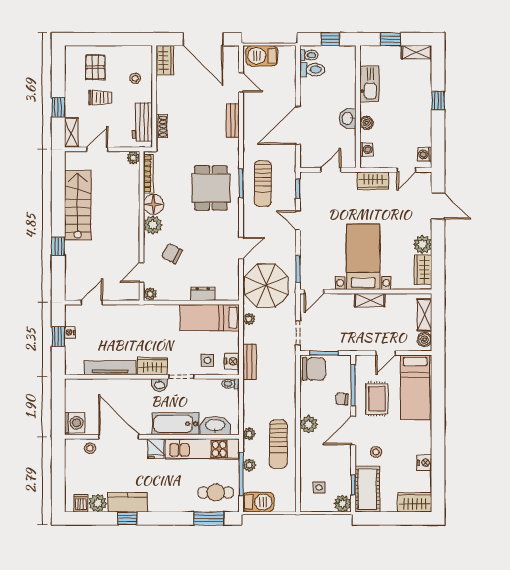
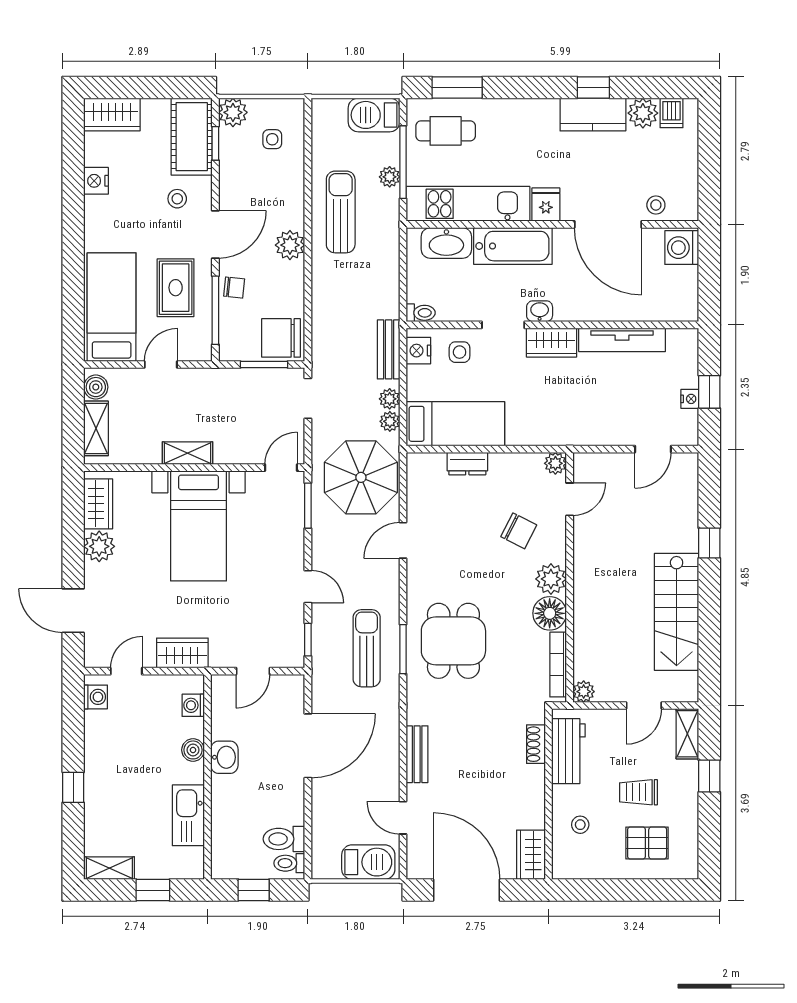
pallet: (95, 67) -> (647, 843), turned 90
plant: (249, 434) -> (390, 399), moved

